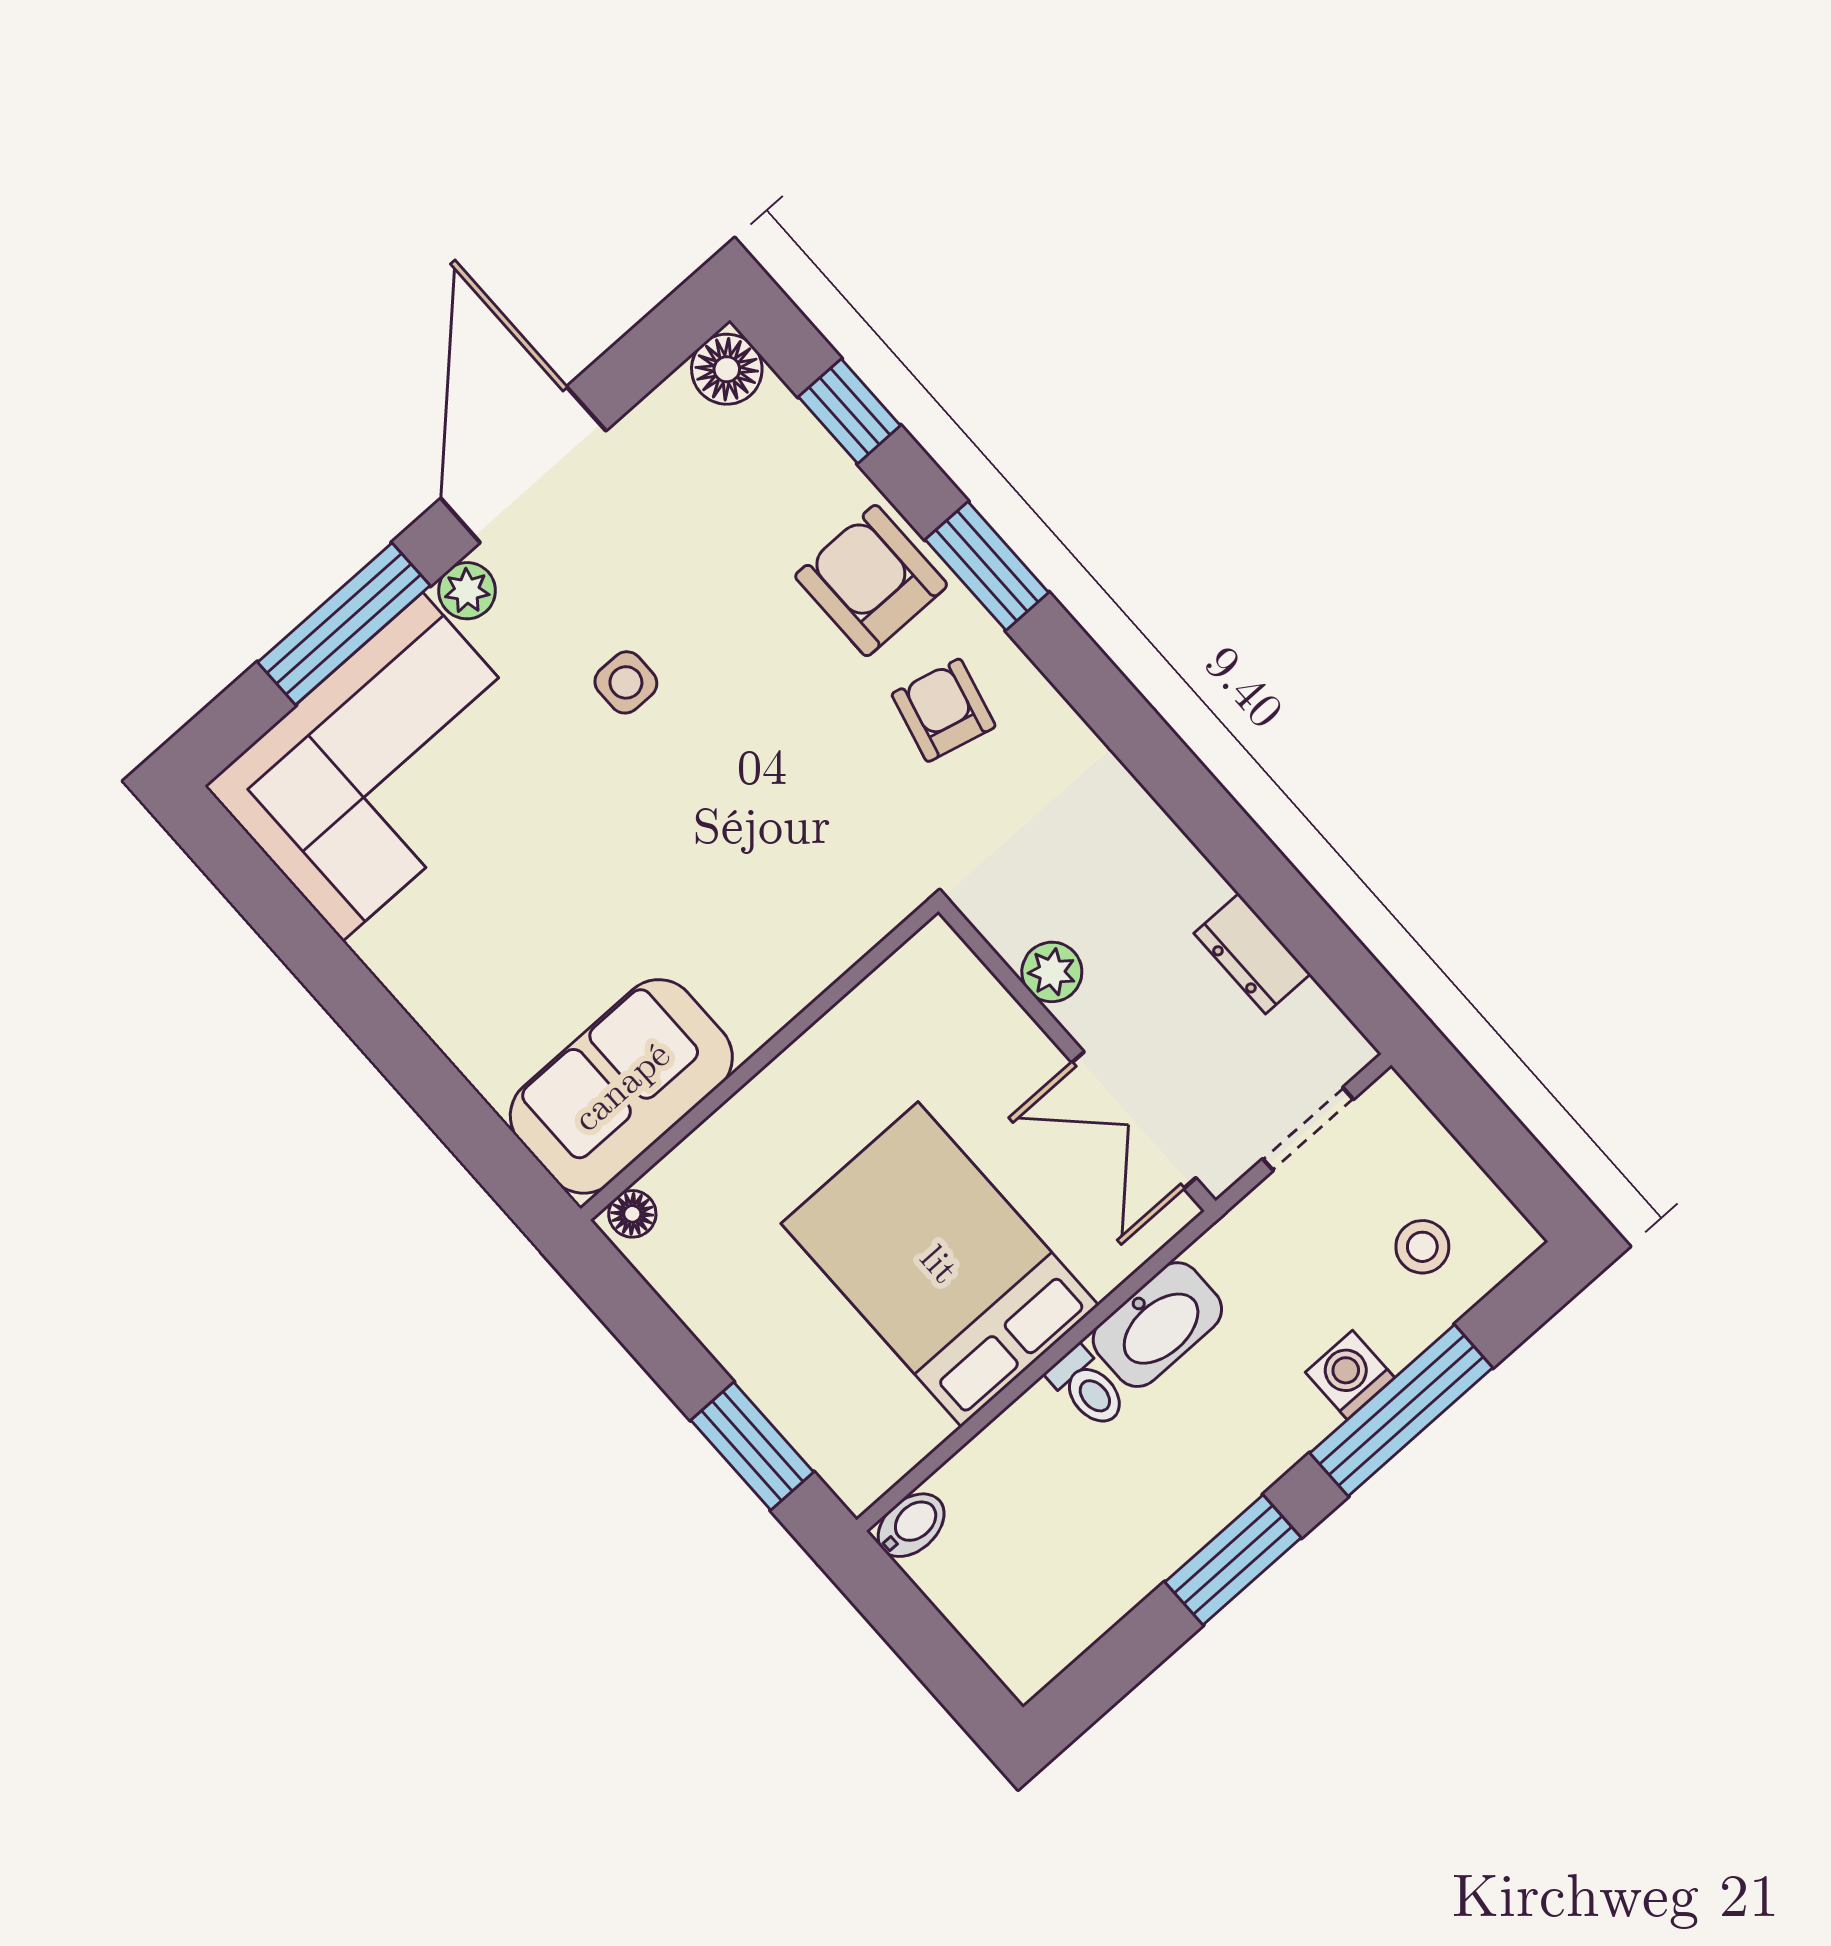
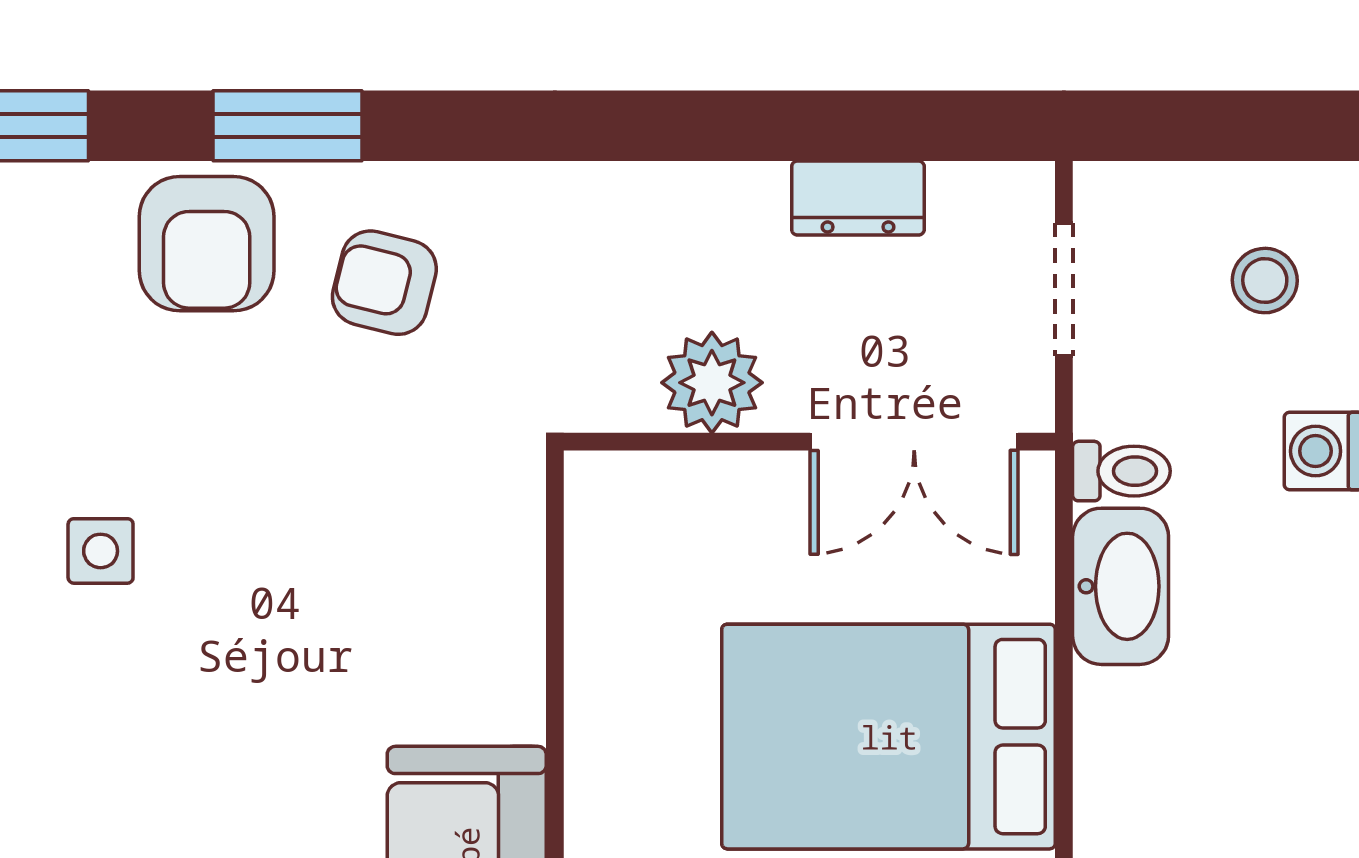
armchair: (871, 581) -> (207, 244), turned -90
plant: (1052, 972) -> (712, 383), width x1.38, depth x1.38
toilet: (1087, 1388) -> (1121, 471), moved

